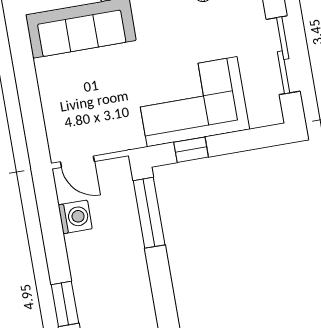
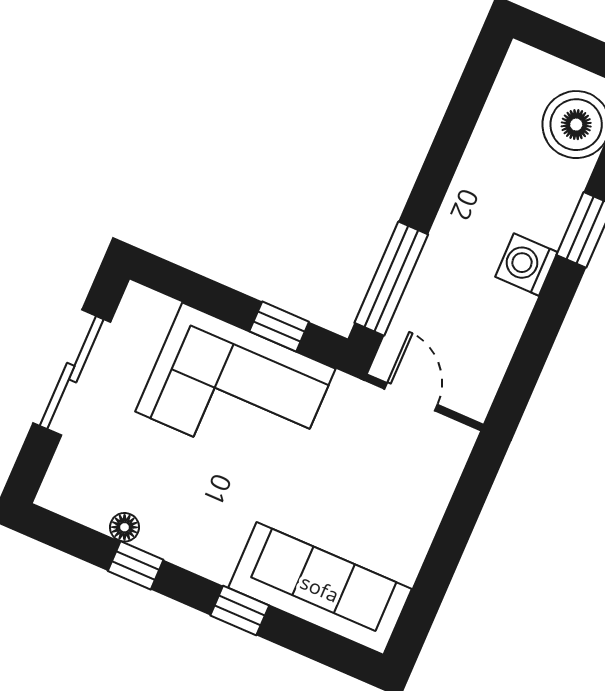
door: (77, 162) -> (411, 397), moved
washing machine: (75, 217) -> (526, 264), moved

